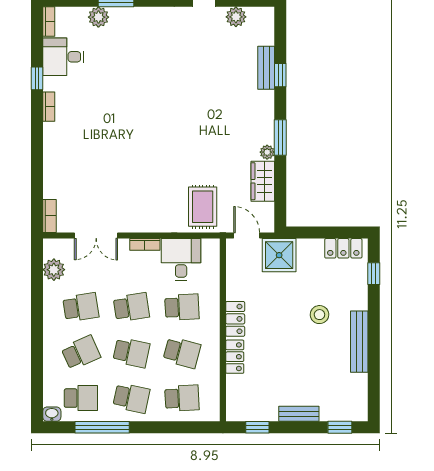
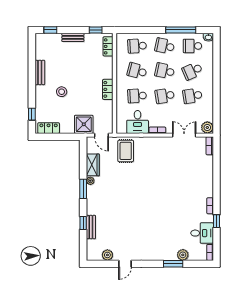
plant: (54, 270) -> (207, 127), moved
bench: (359, 342) -> (40, 72), width x0.73
locker: (235, 357) -> (108, 46), moved

